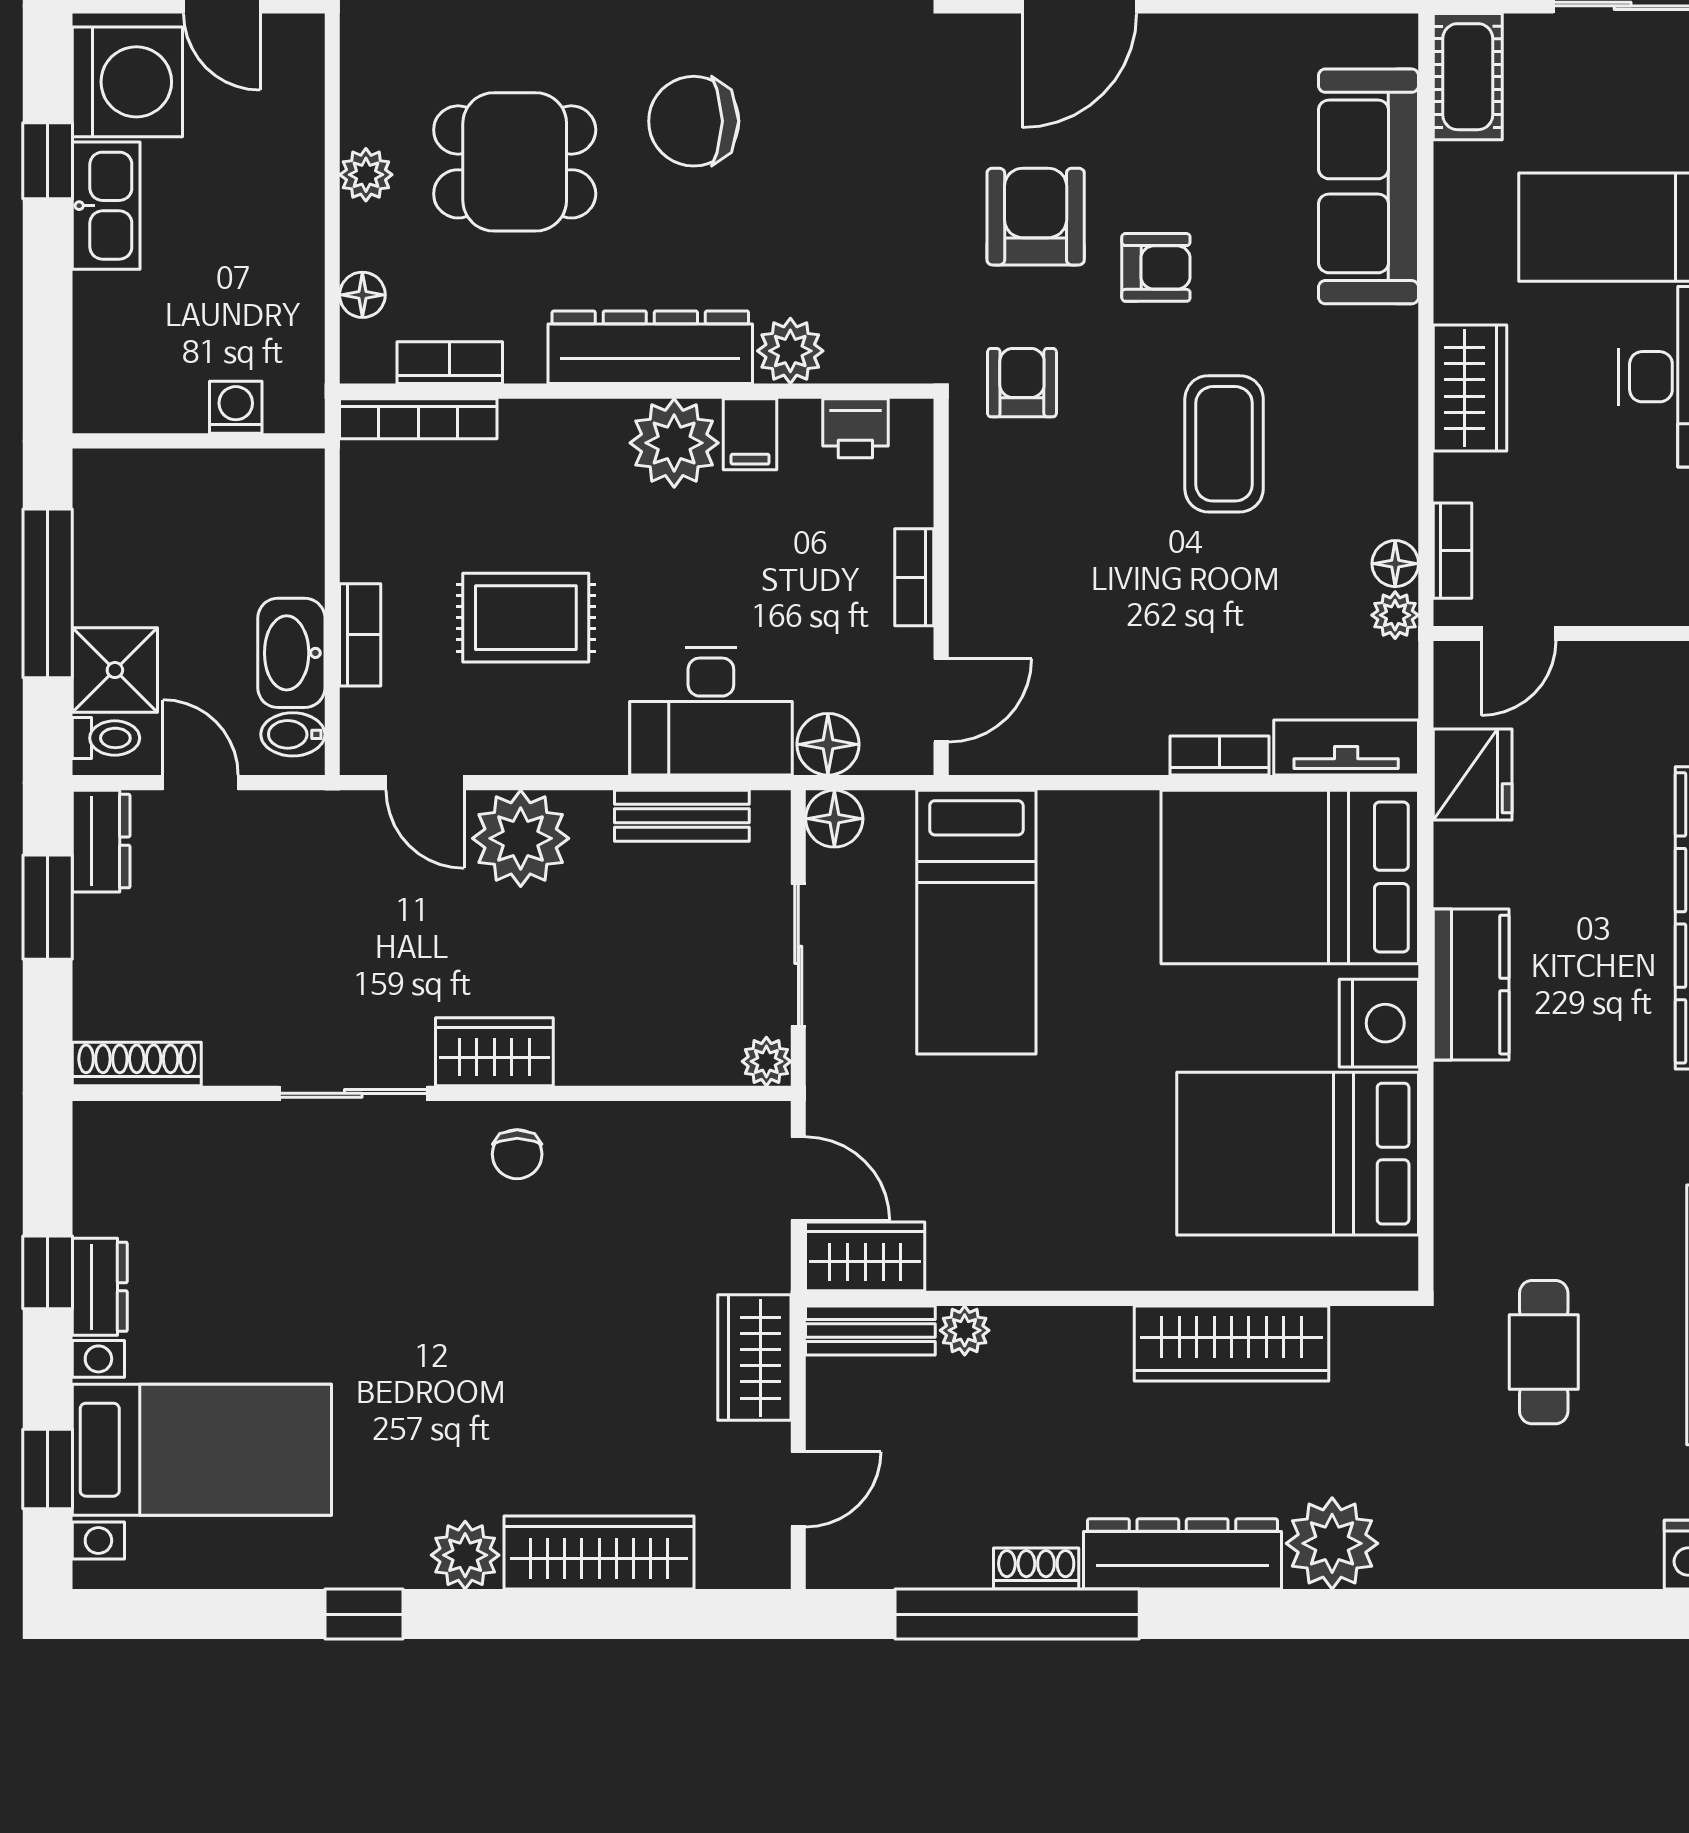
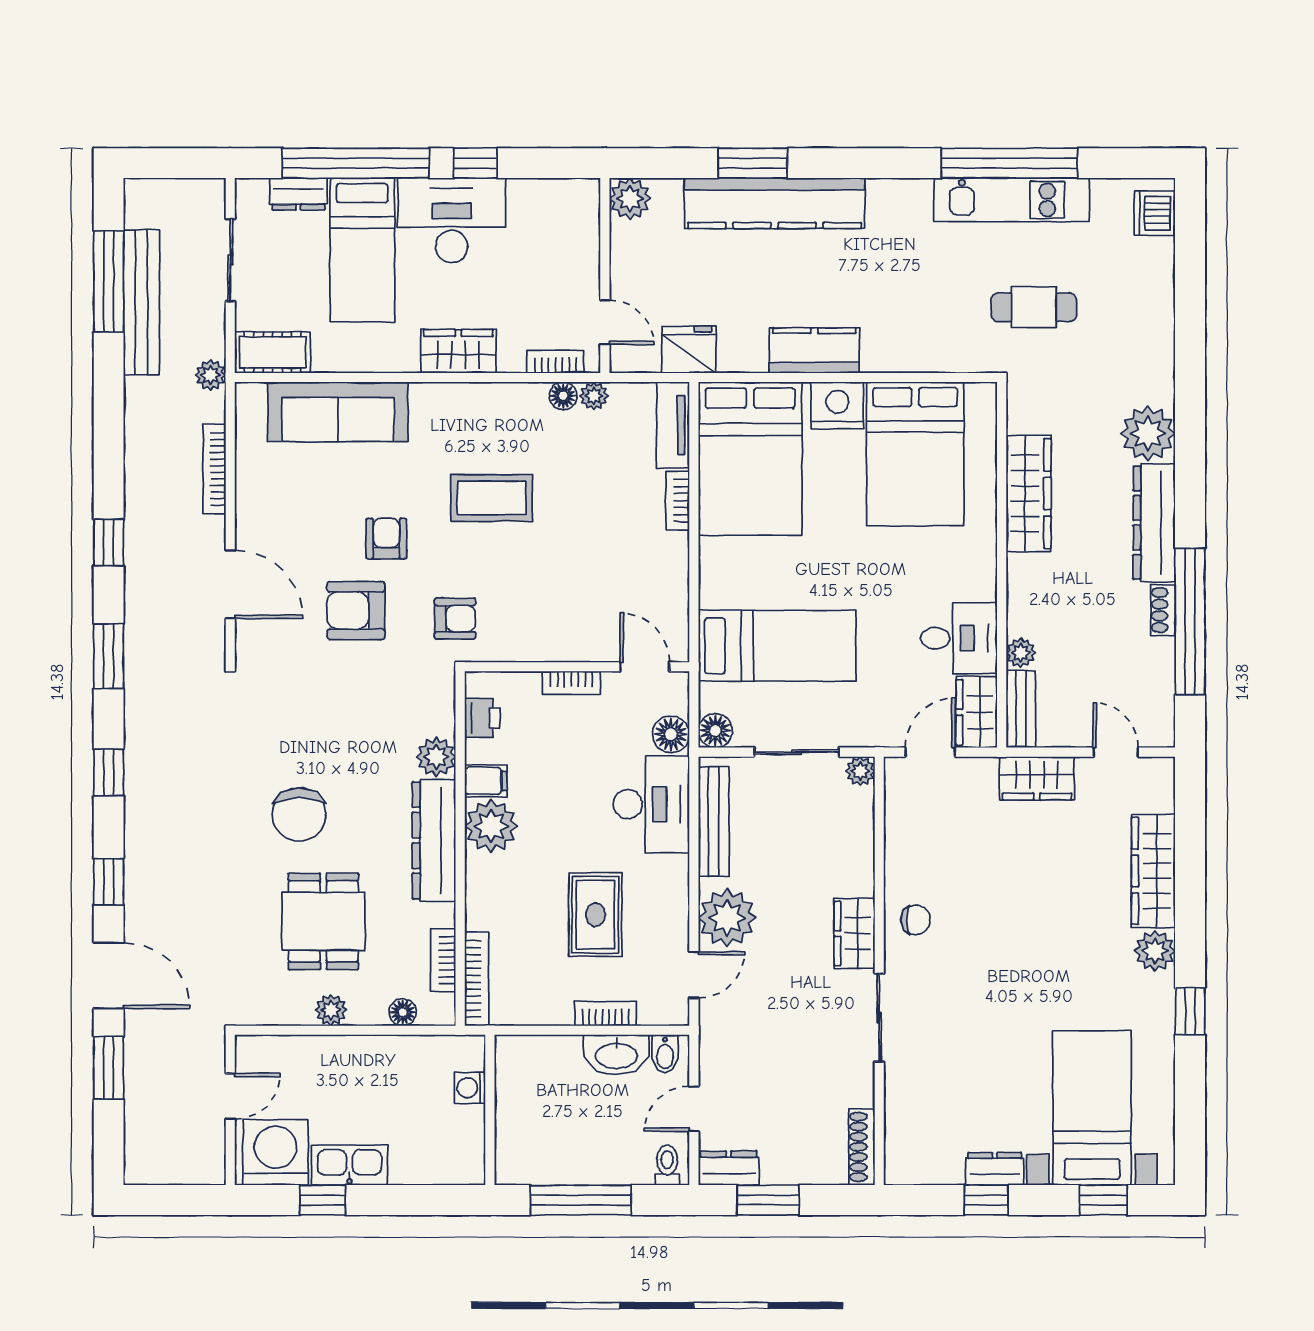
armchair: (1022, 383) -> (455, 619), turned 180
shower: (115, 670) -> (627, 1160), removed
bench: (682, 816) -> (714, 822), width x1.36
desk: (989, 1227) -> (959, 638), added

